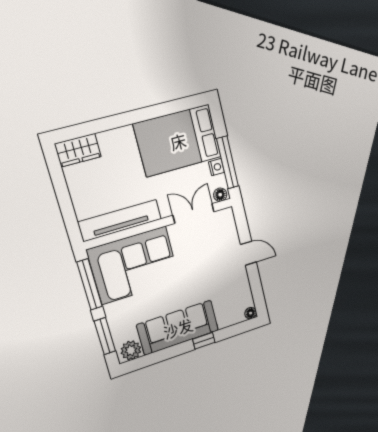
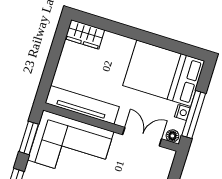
window: (90, 284) -> (29, 138), width x0.69

